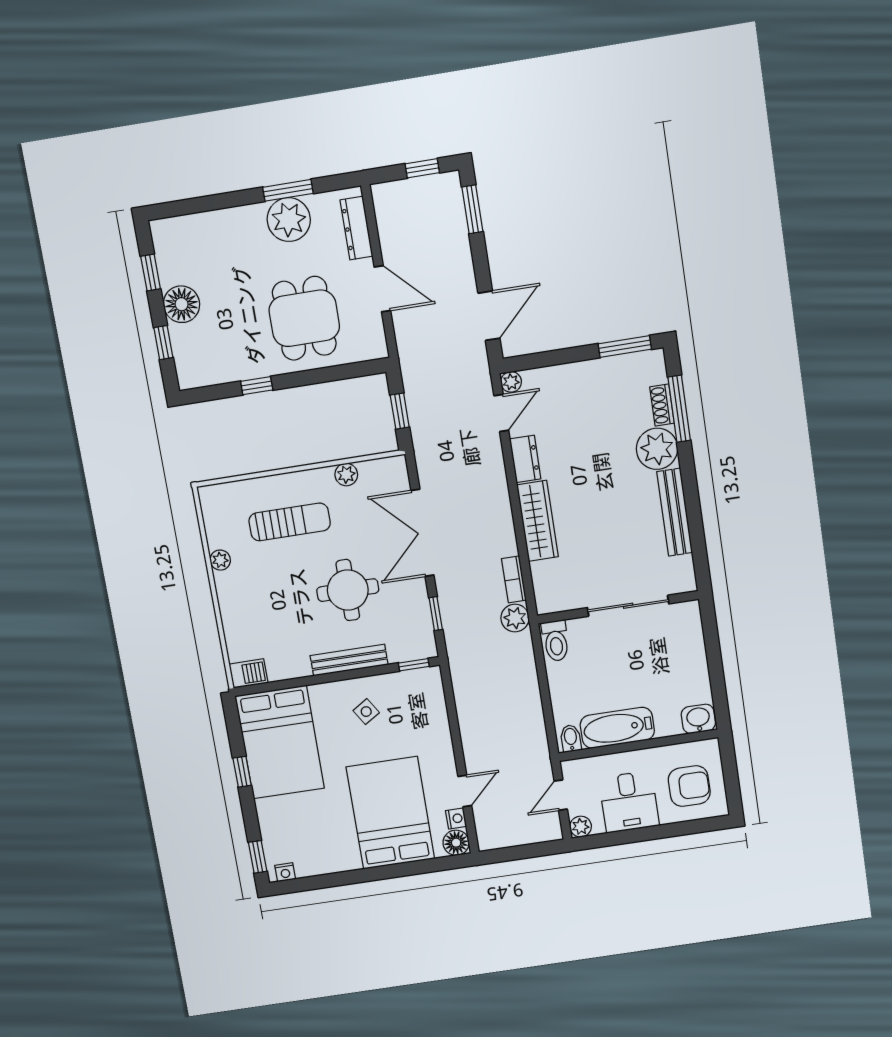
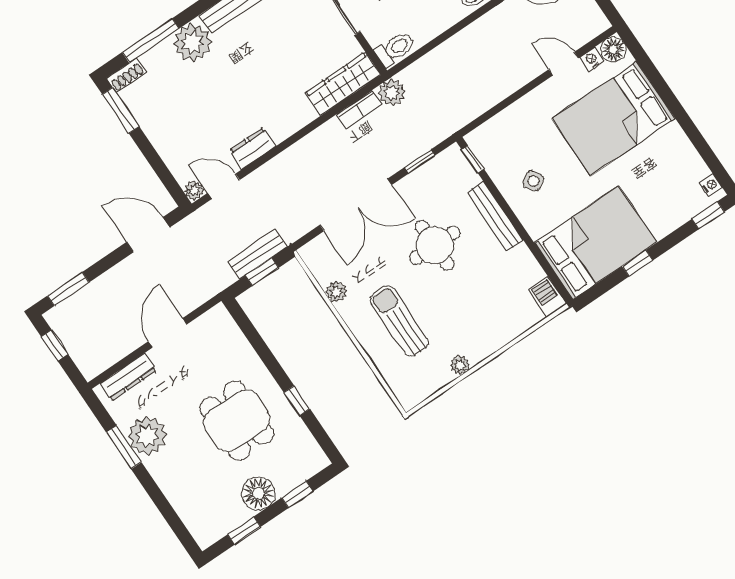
dining table: (304, 318) -> (237, 421), moved, turned 90
shoe rack: (662, 405) -> (126, 75), moved
bench: (419, 415) -> (257, 254), added
wardrobe: (537, 521) -> (343, 84), moved

